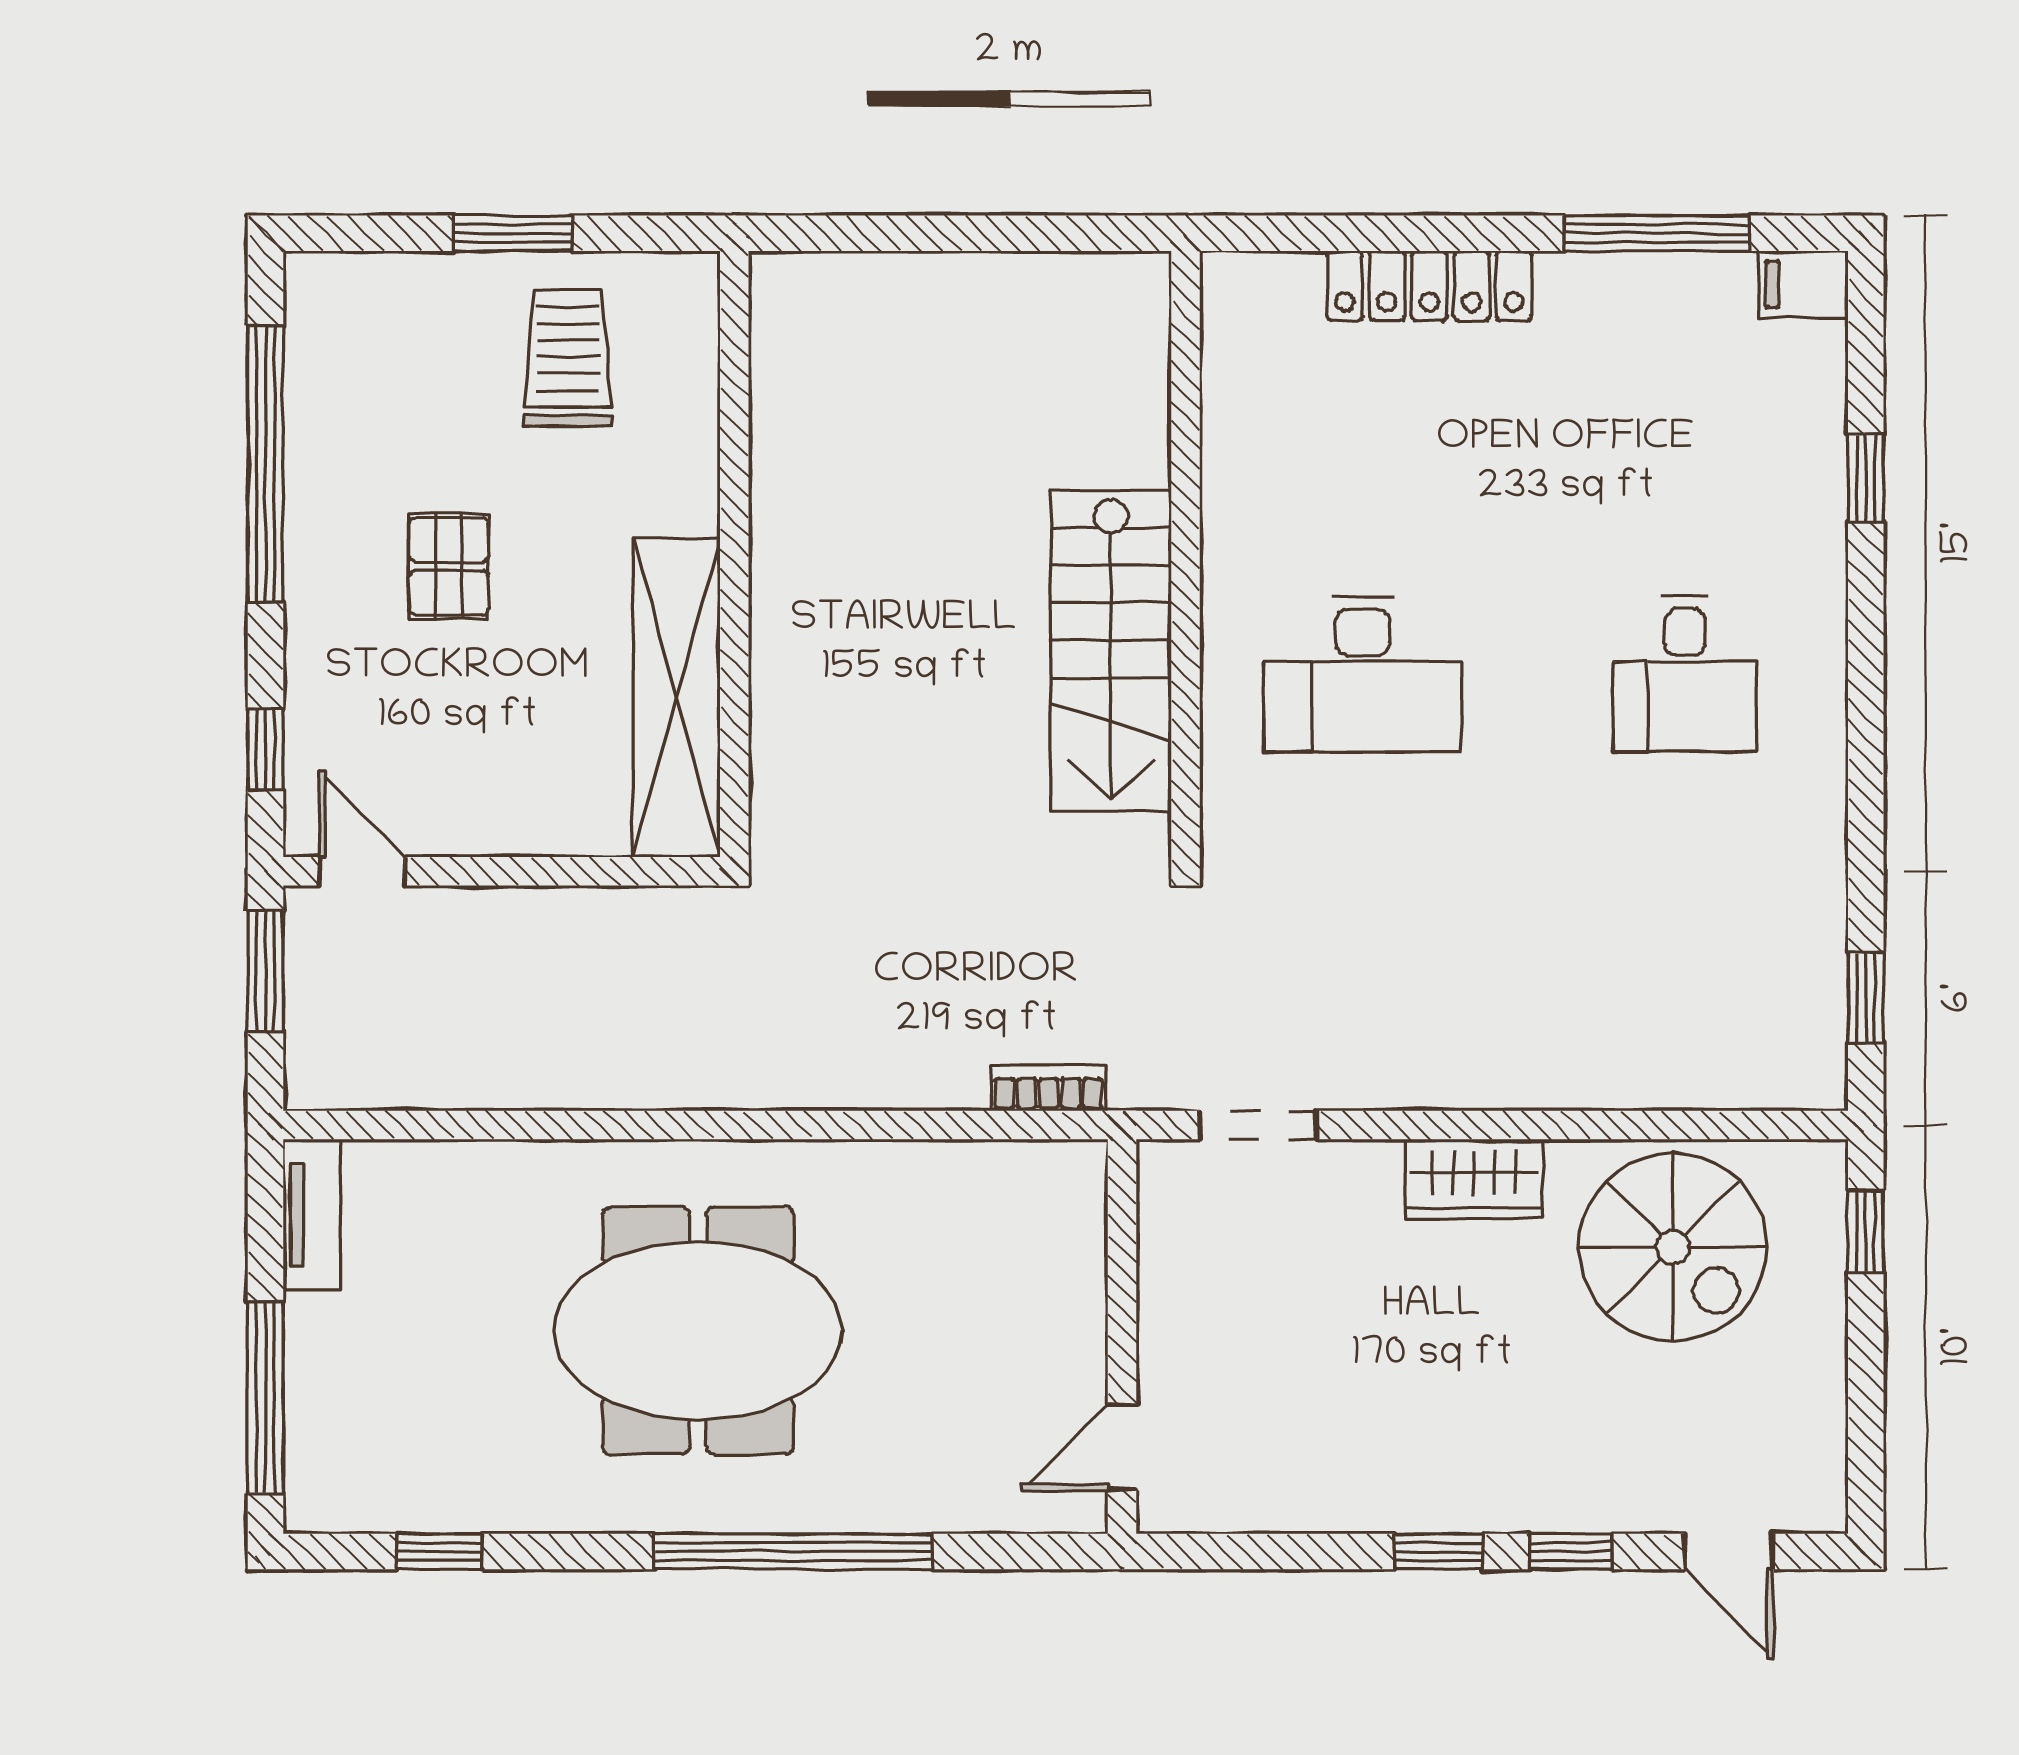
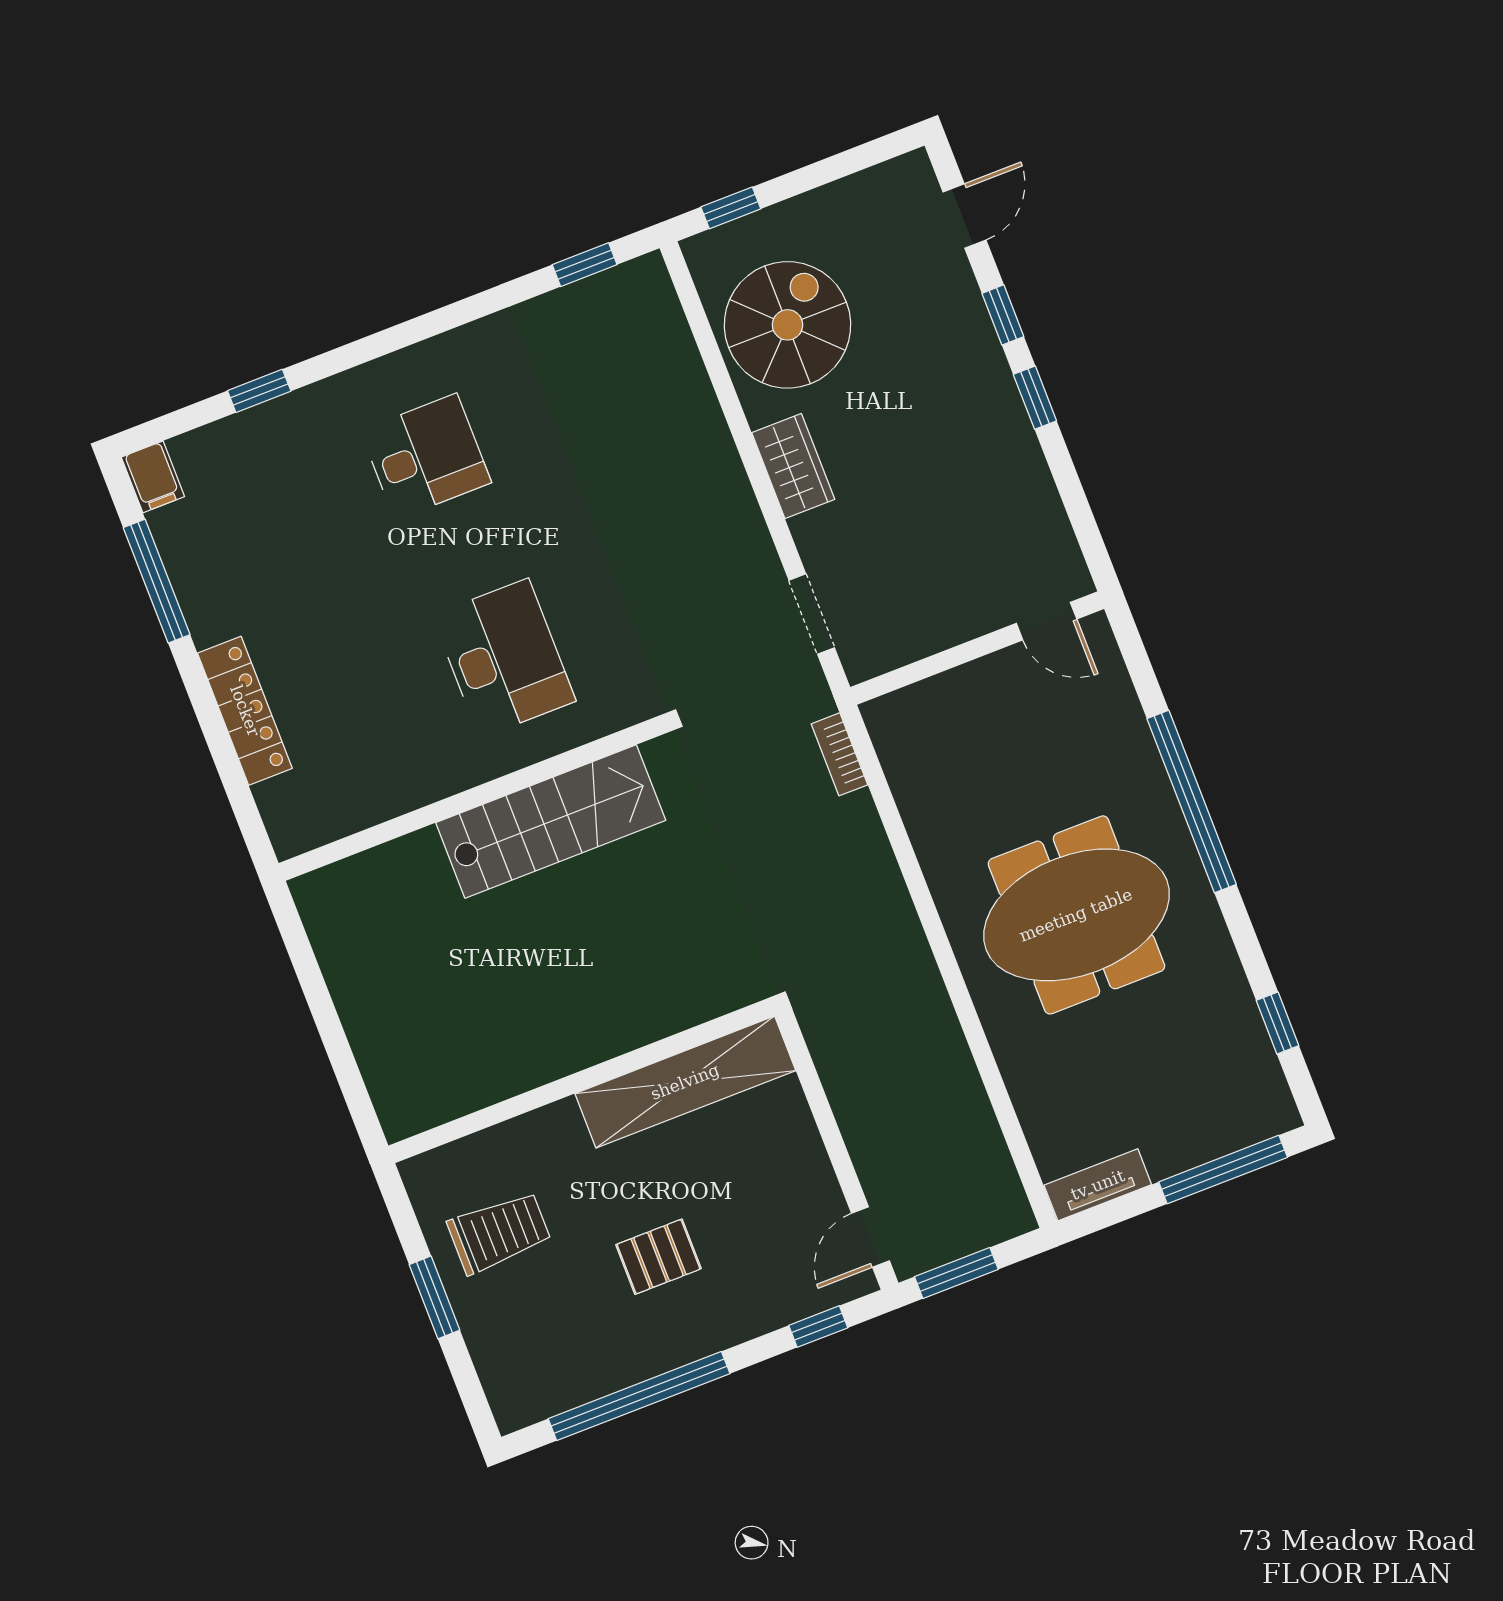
trolley: (568, 358) -> (499, 1232), turned 180
meeting table: (698, 1331) -> (1076, 915), turned 90

